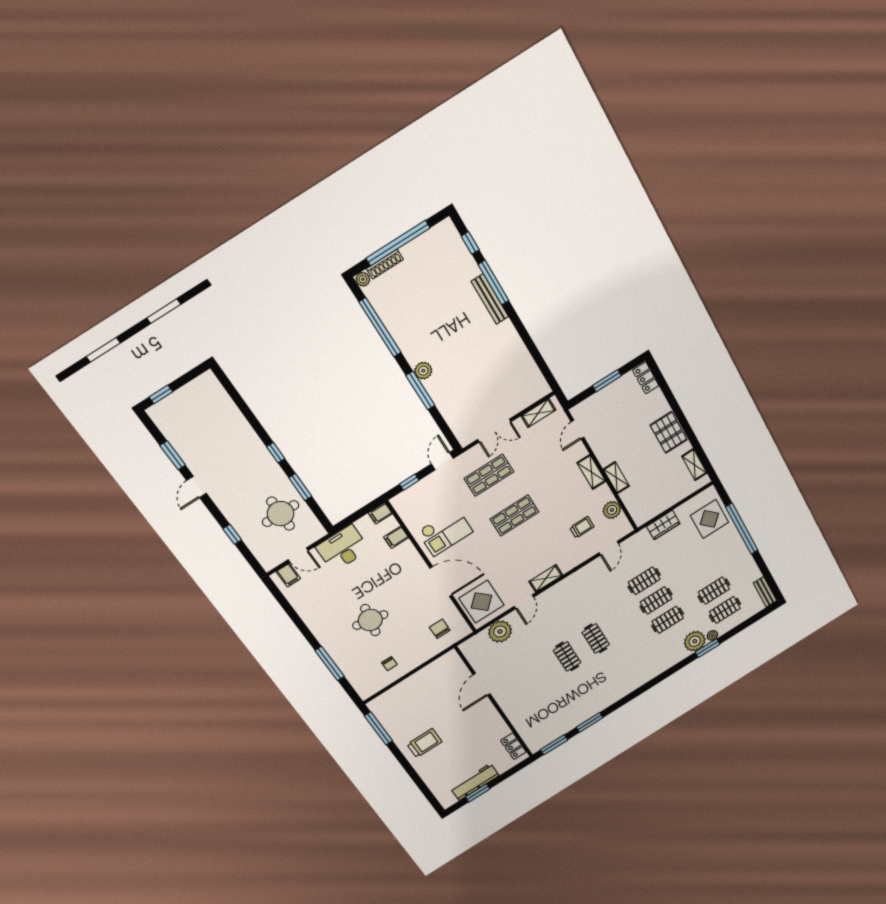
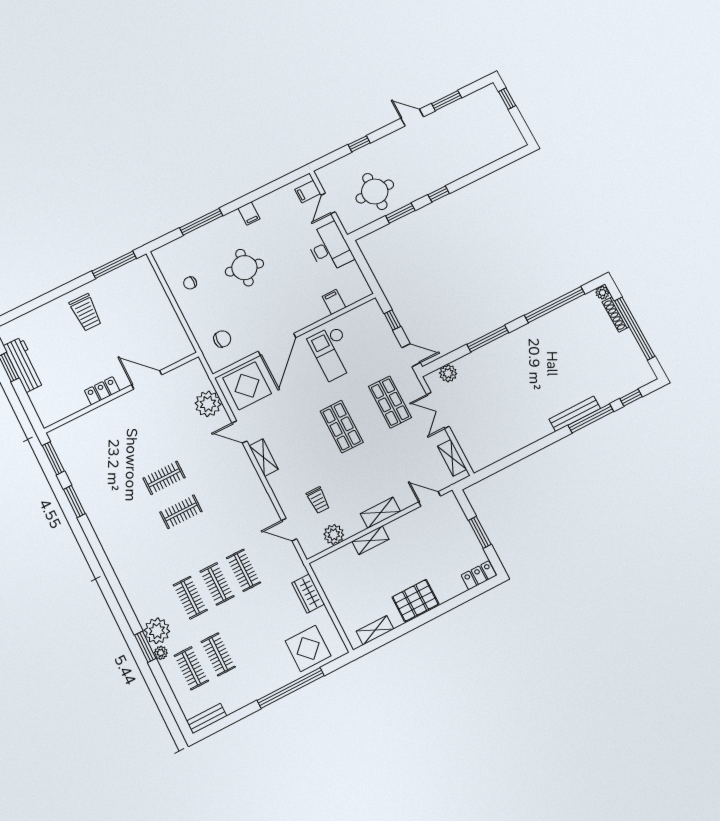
plant: (423, 371) -> (448, 373), moved
filing cabinet: (380, 513) -> (249, 213), moved, turned 180
locker: (513, 746) -> (102, 391), moved

